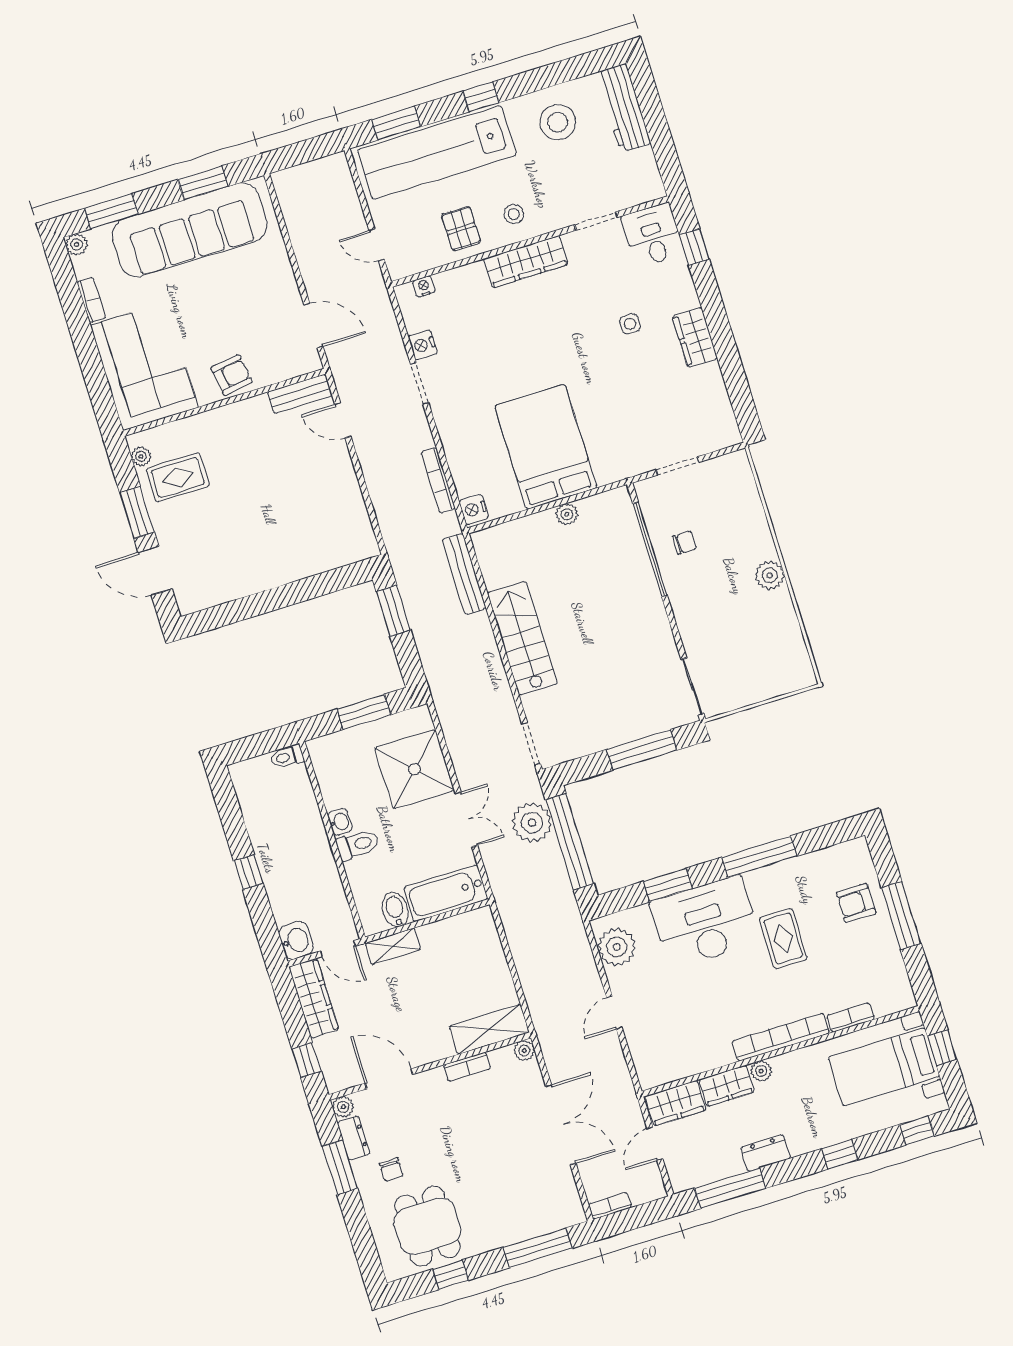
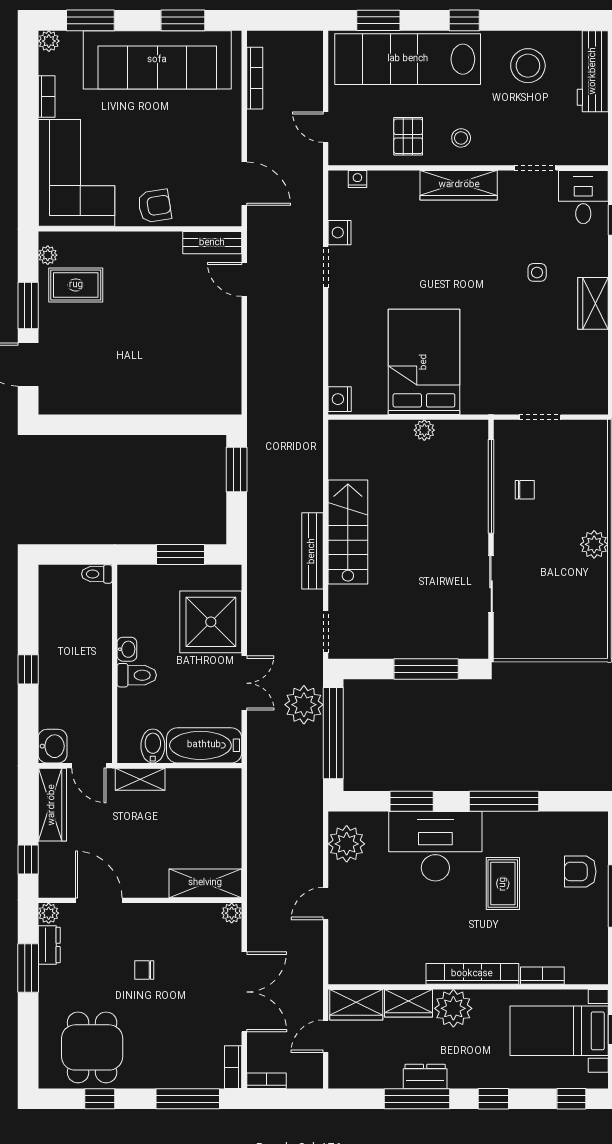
bookcase: (438, 480) -> (255, 78), moved, turned 180
bench: (464, 574) -> (312, 551), moved
sliding door: (692, 686) -> (491, 584), moved
bookcase: (467, 1067) -> (233, 1067), moved, turned 90
plant: (761, 1071) -> (453, 1008), width x1.88, depth x1.88
chair: (391, 1170) -> (144, 970), moved, turned 90
window: (730, 1188) -> (417, 1099), moved

